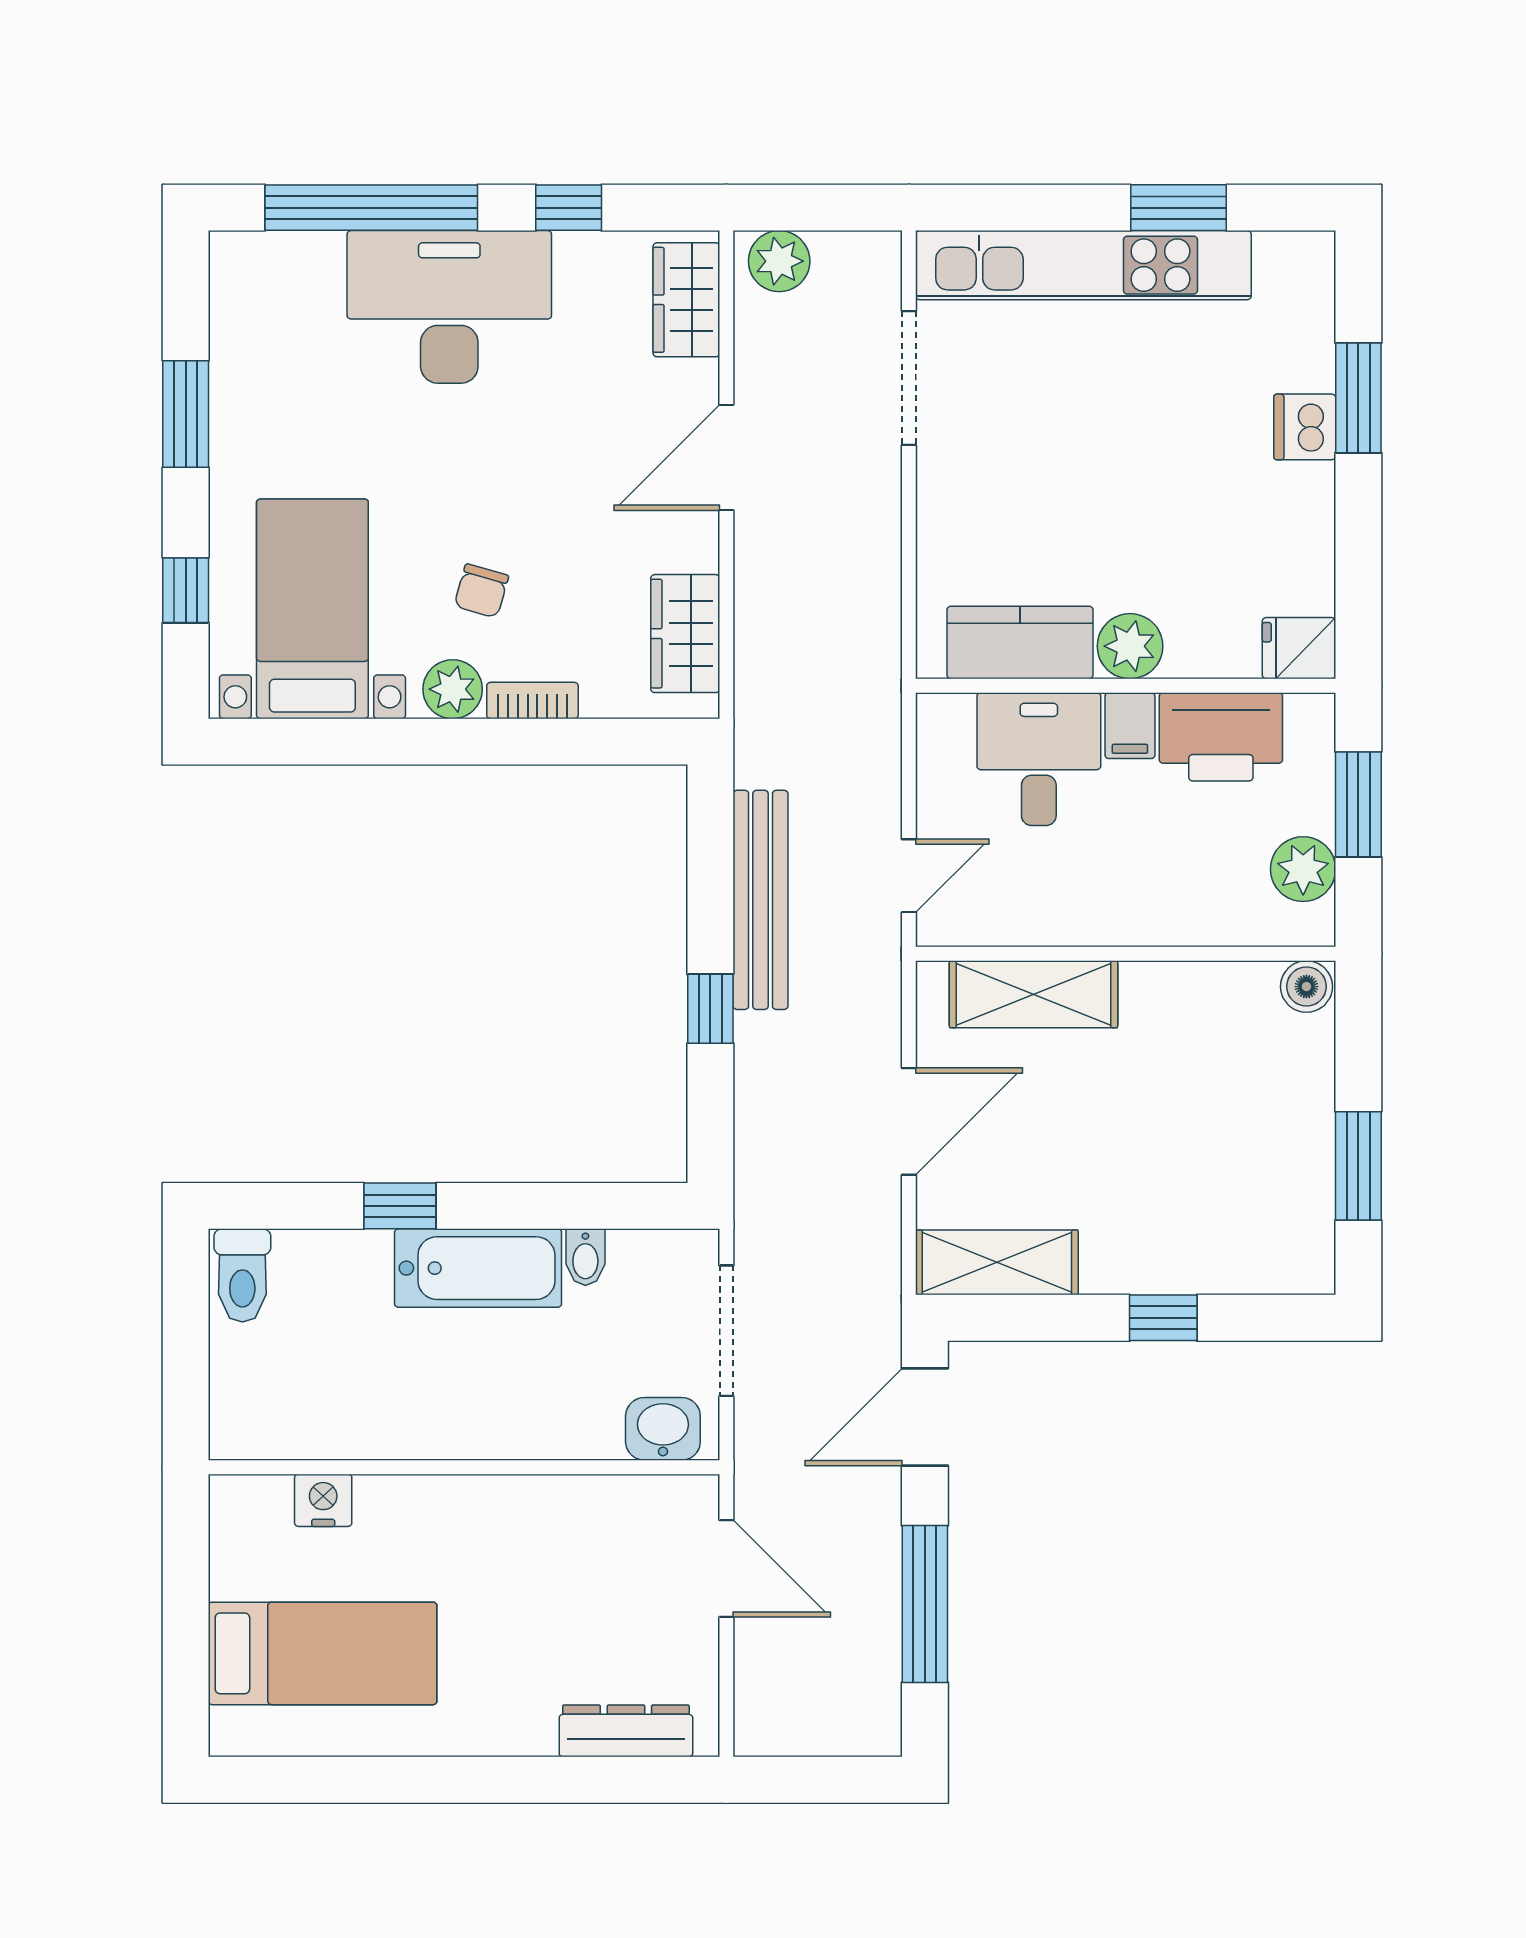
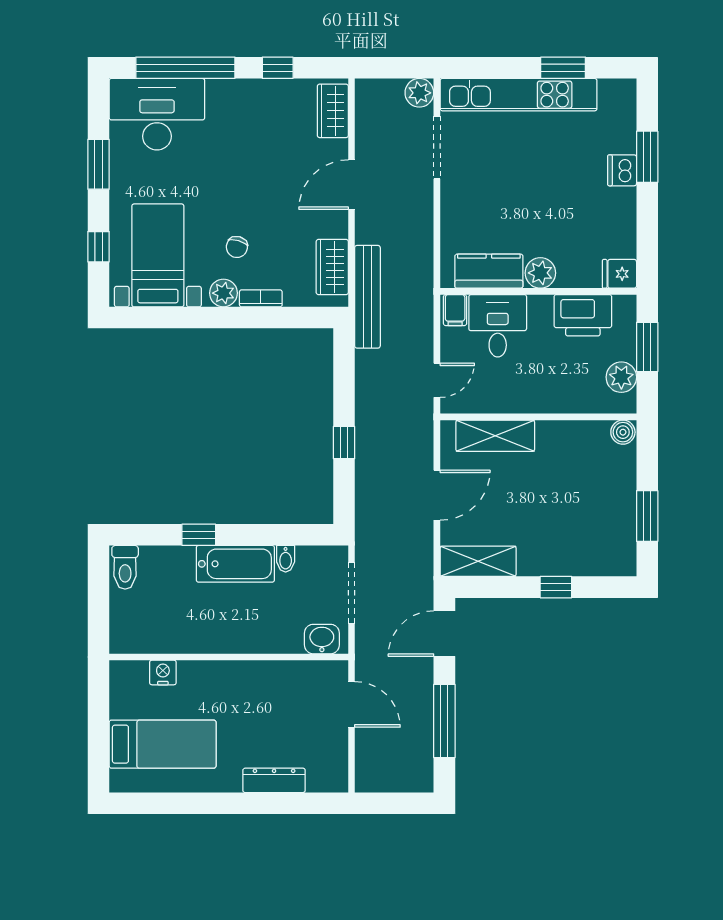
plant: (779, 261) -> (419, 93), moved
desk: (449, 307) -> (157, 114), moved
filing cabinet: (1130, 726) -> (455, 310), moved
bench: (761, 900) -> (367, 297), moved
dresser: (626, 1731) -> (274, 780), moved

